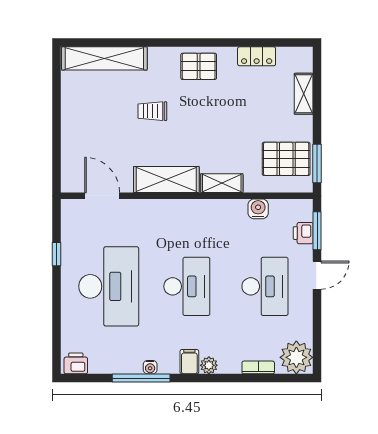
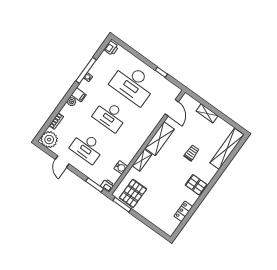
pallet: (199, 66) -> (196, 185), turned 90
shelving: (304, 94) -> (207, 113), moved
door: (102, 196) -> (172, 108), hinge flipped
printer: (303, 233) -> (107, 185), moved
door: (317, 275) -> (62, 162), moved

